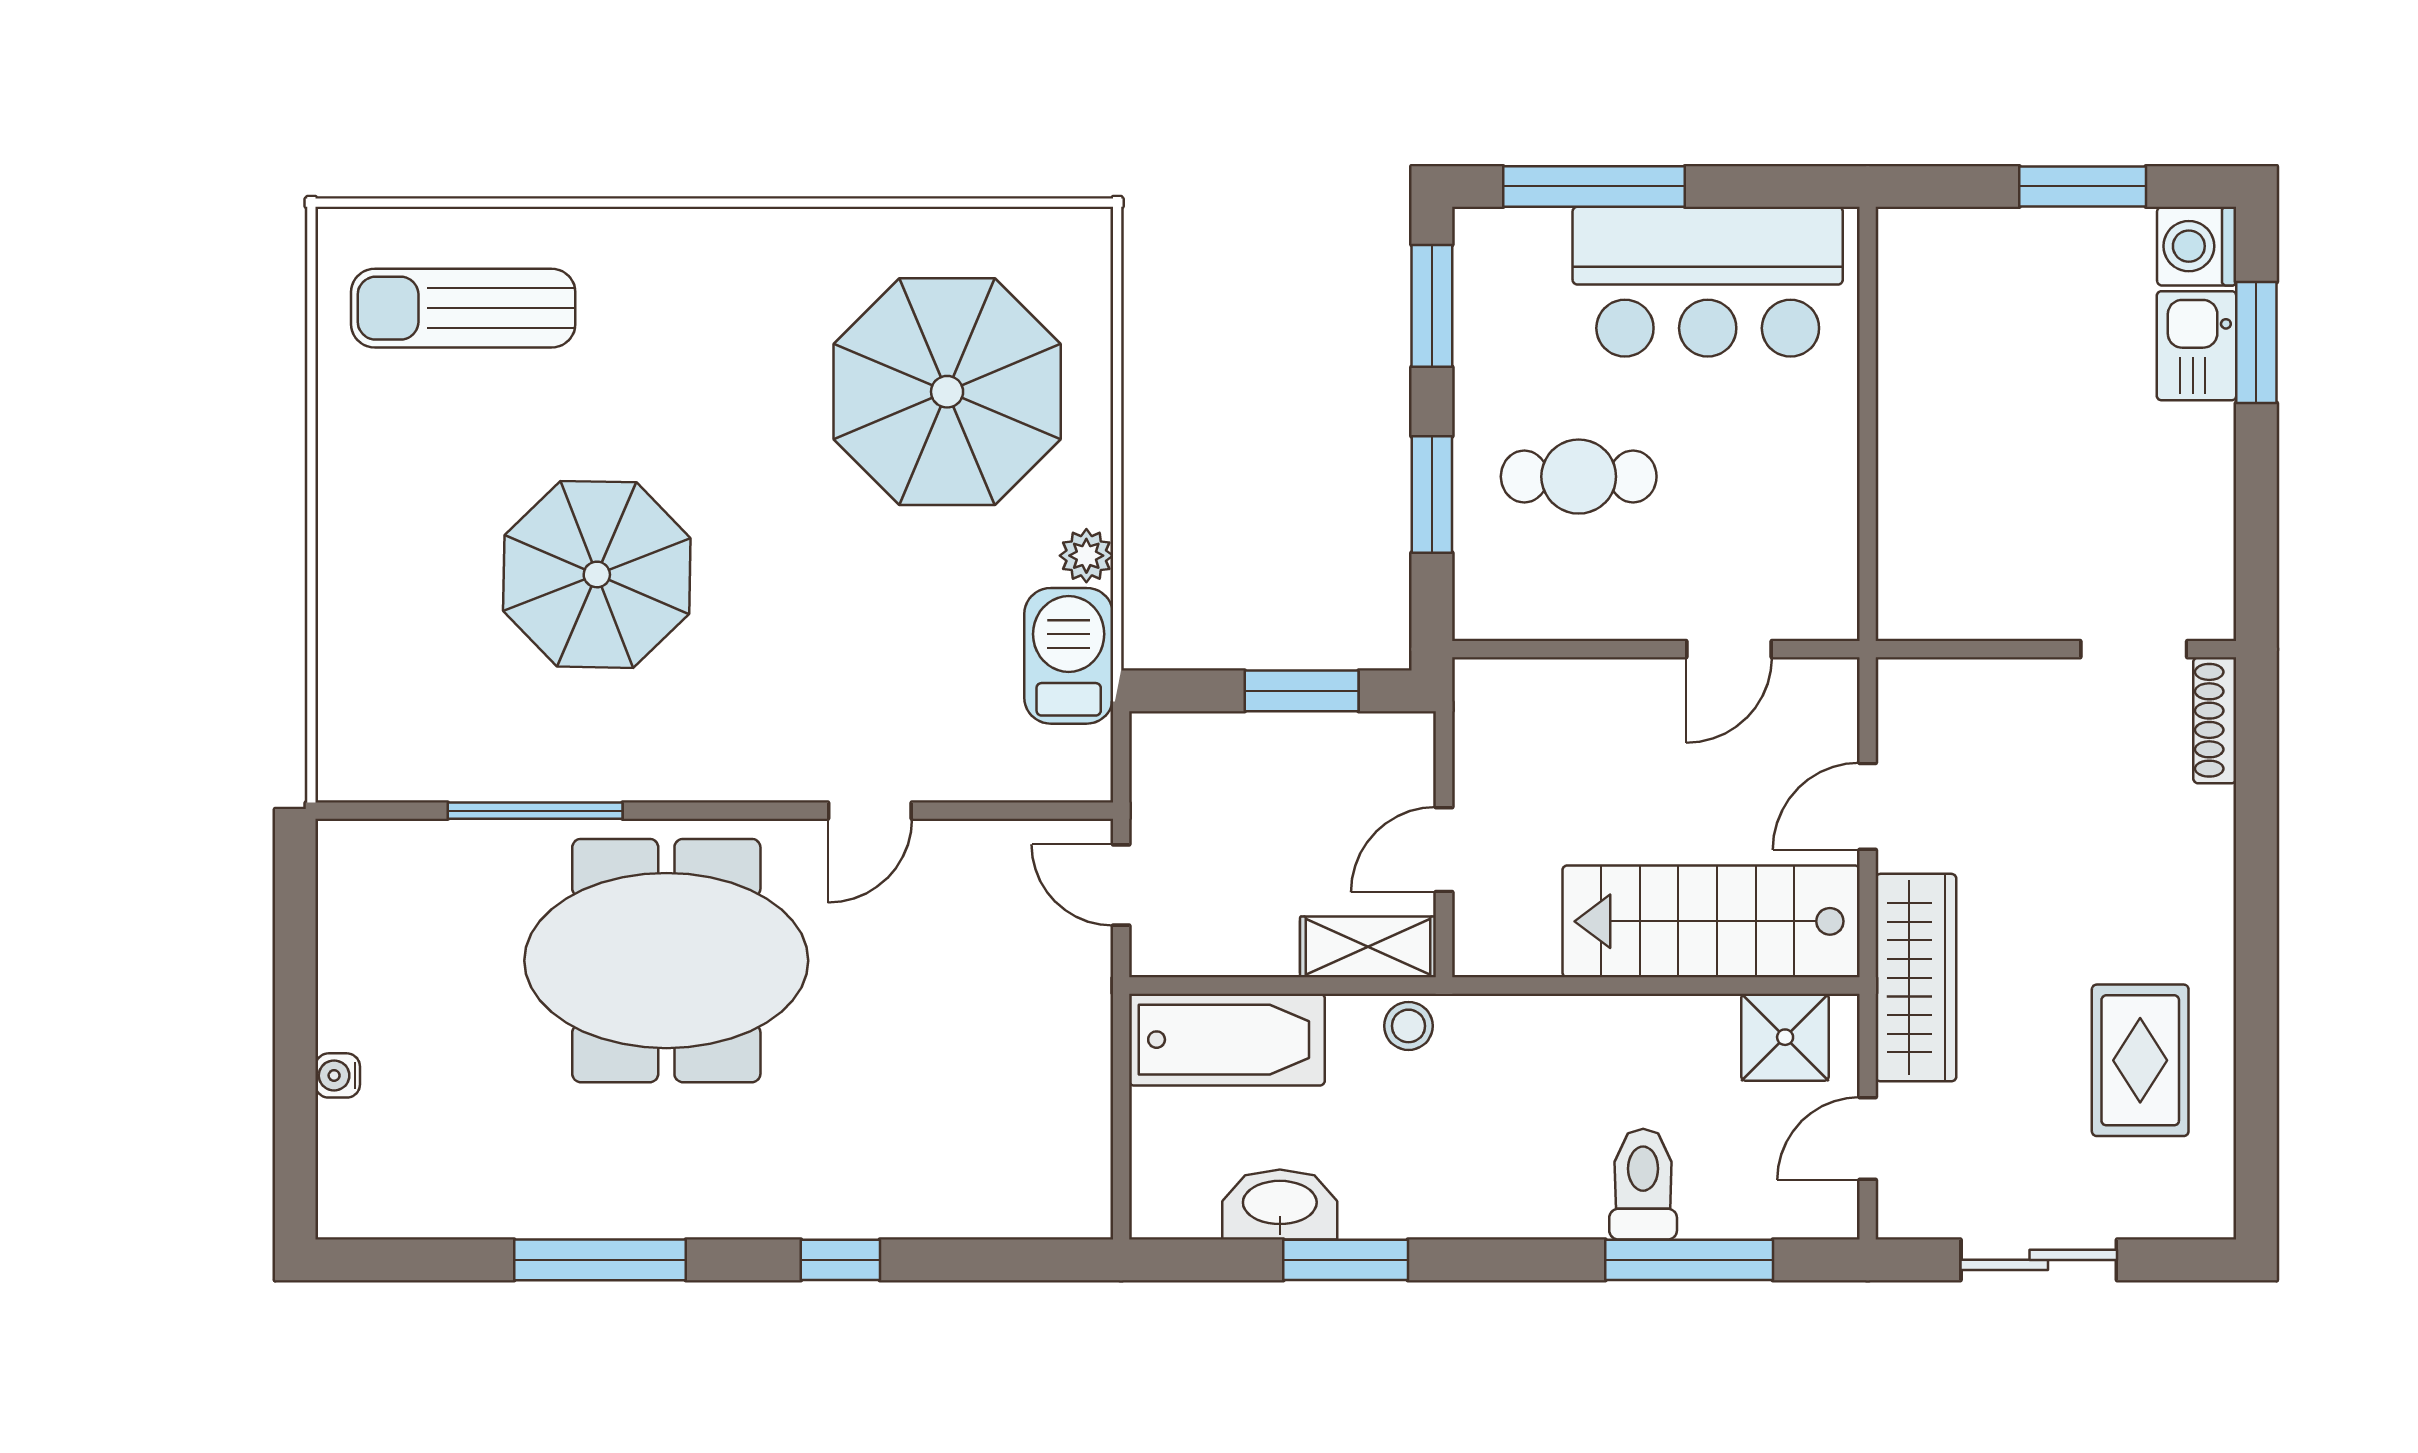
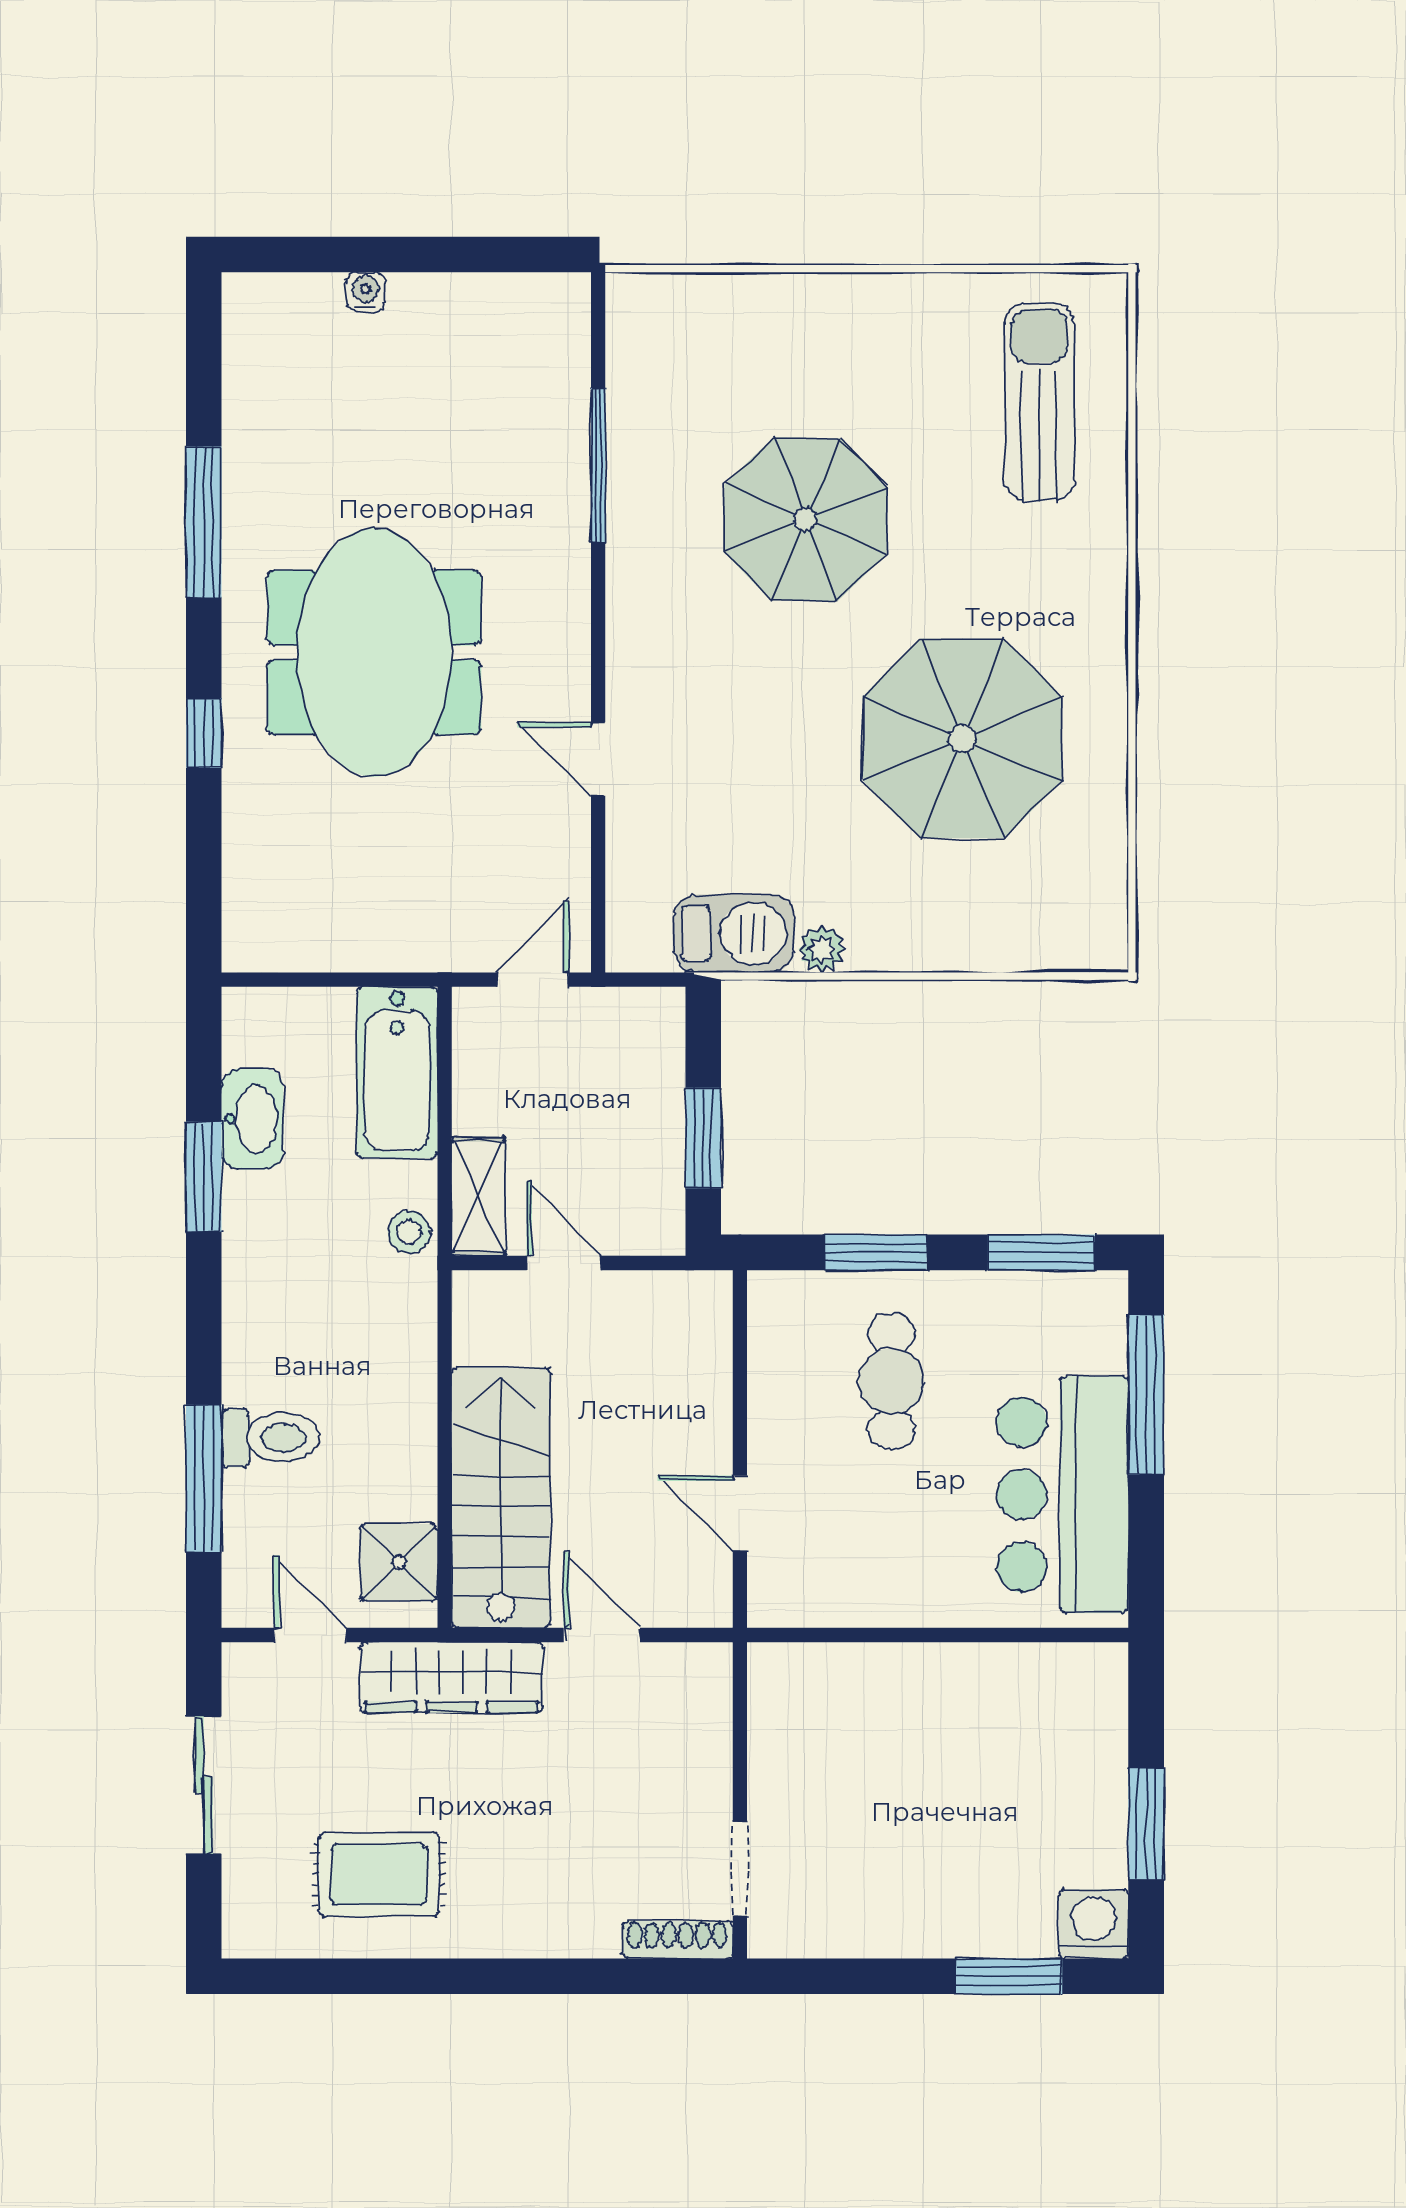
kitchen sink: (2197, 346) -> (1006, 1924), removed
parasol: (947, 392) -> (962, 739), moved
meeting table: (666, 961) -> (374, 652), moved

